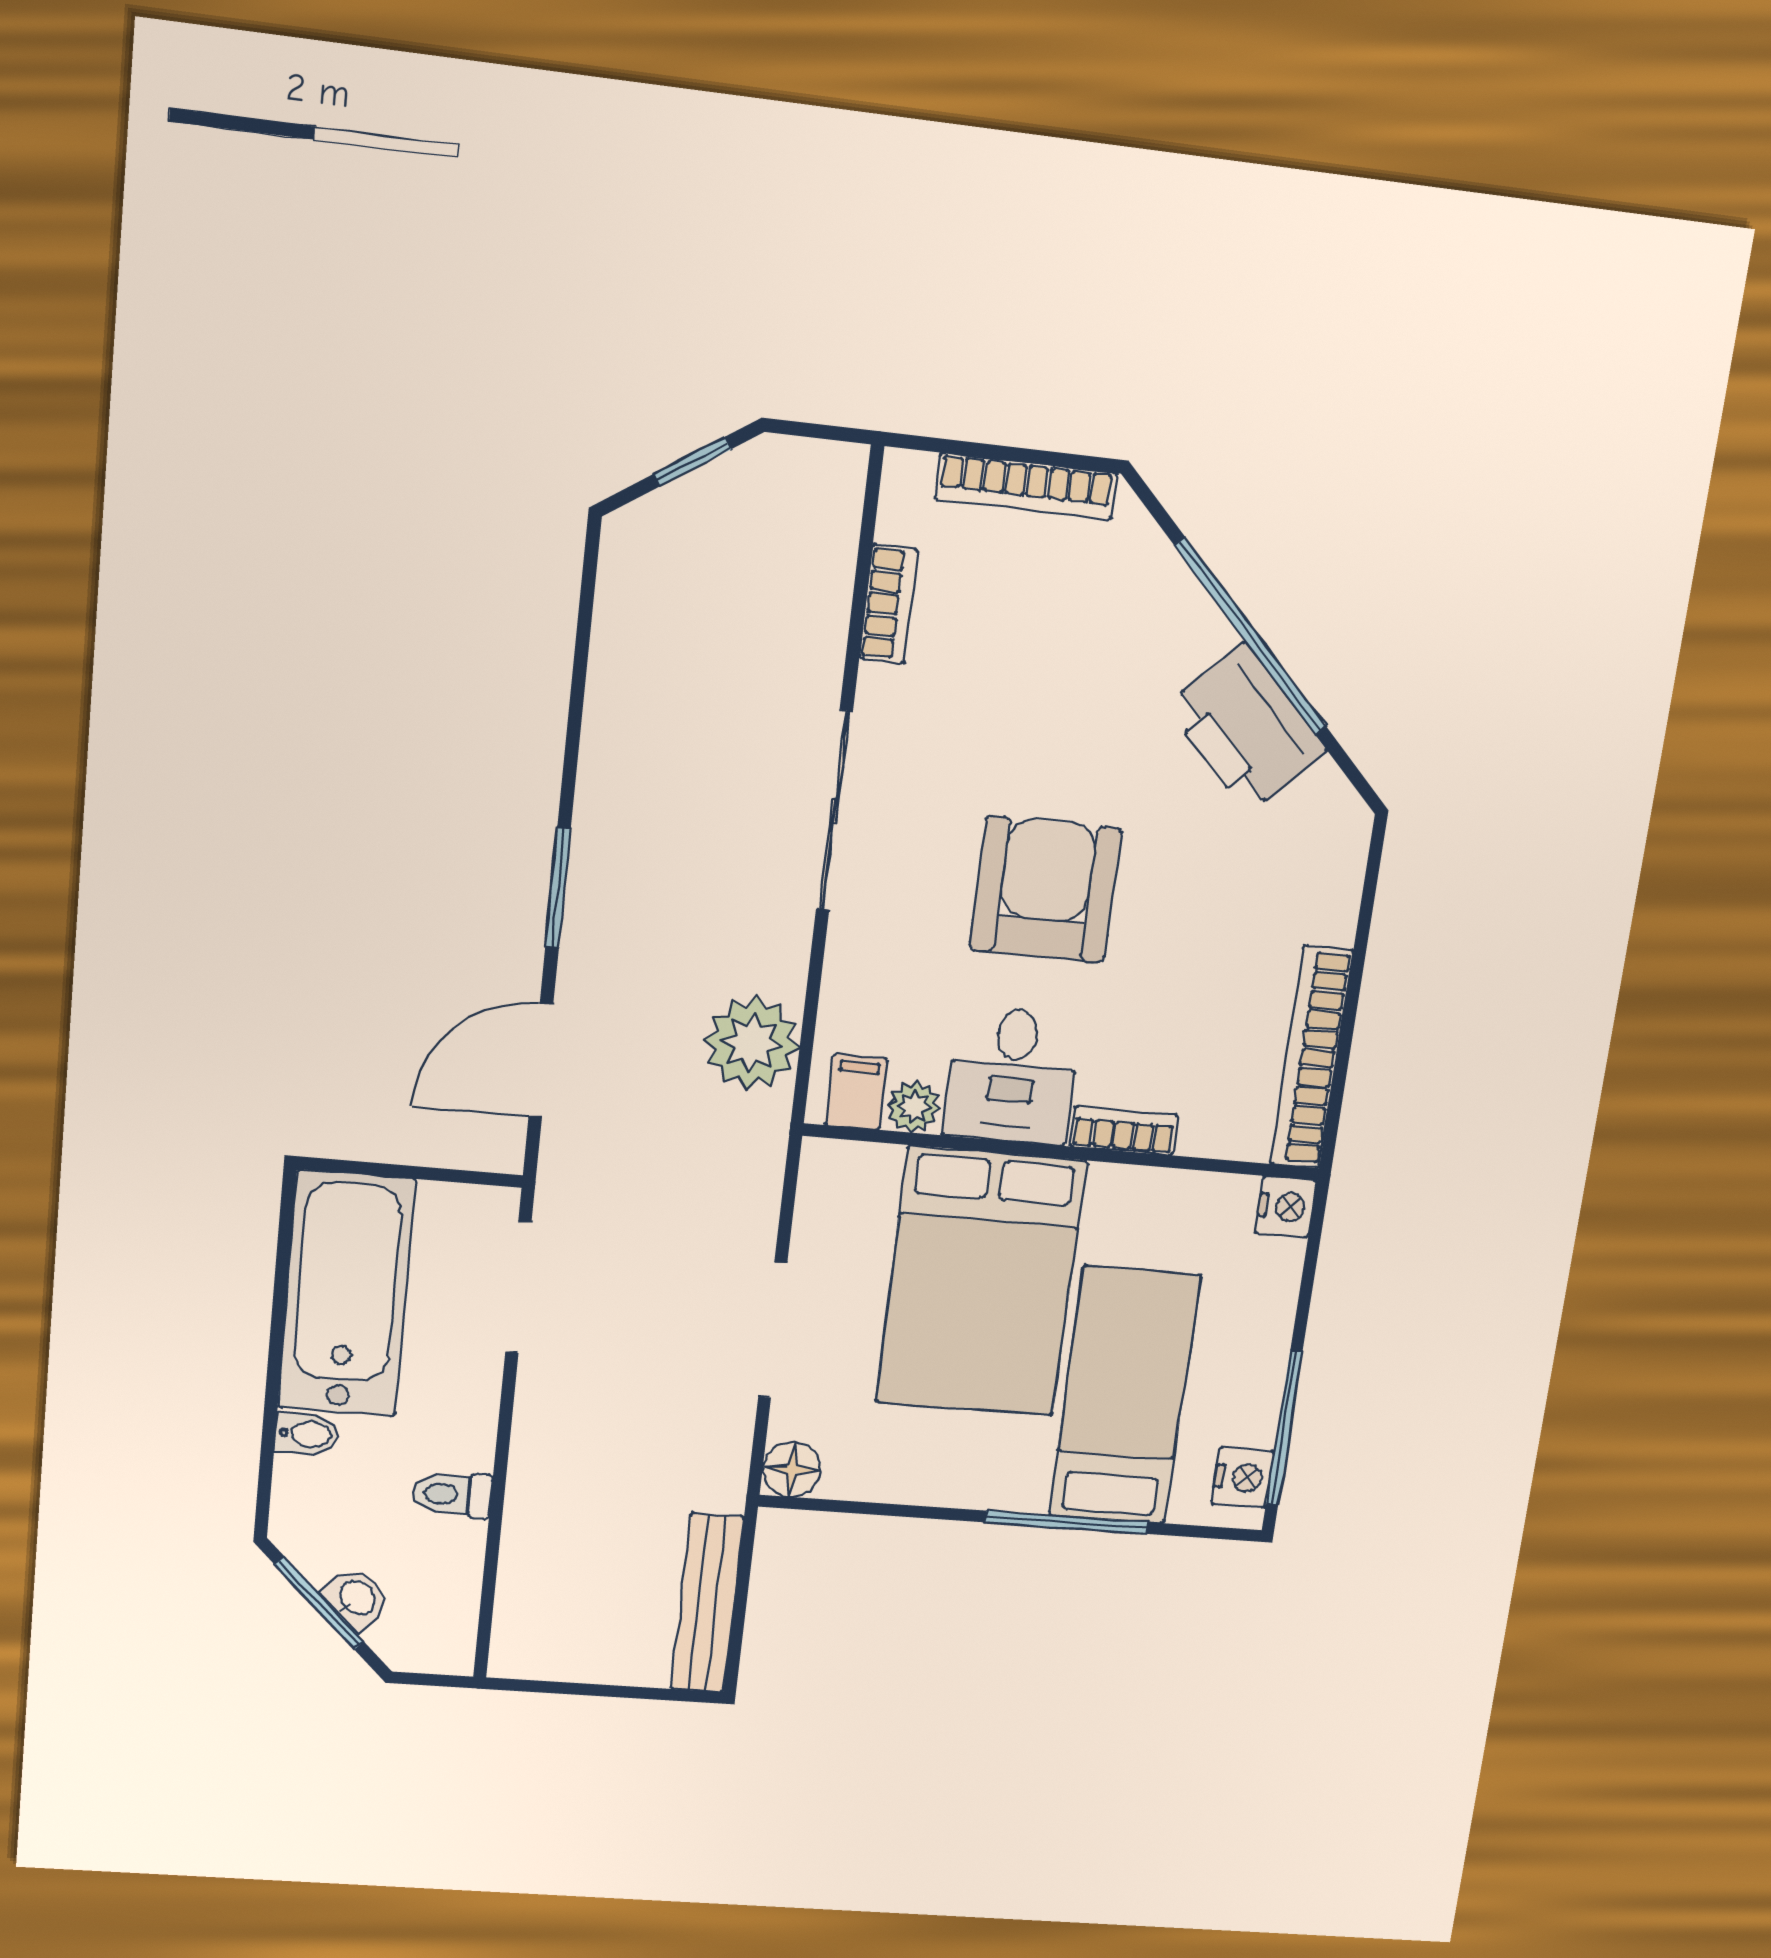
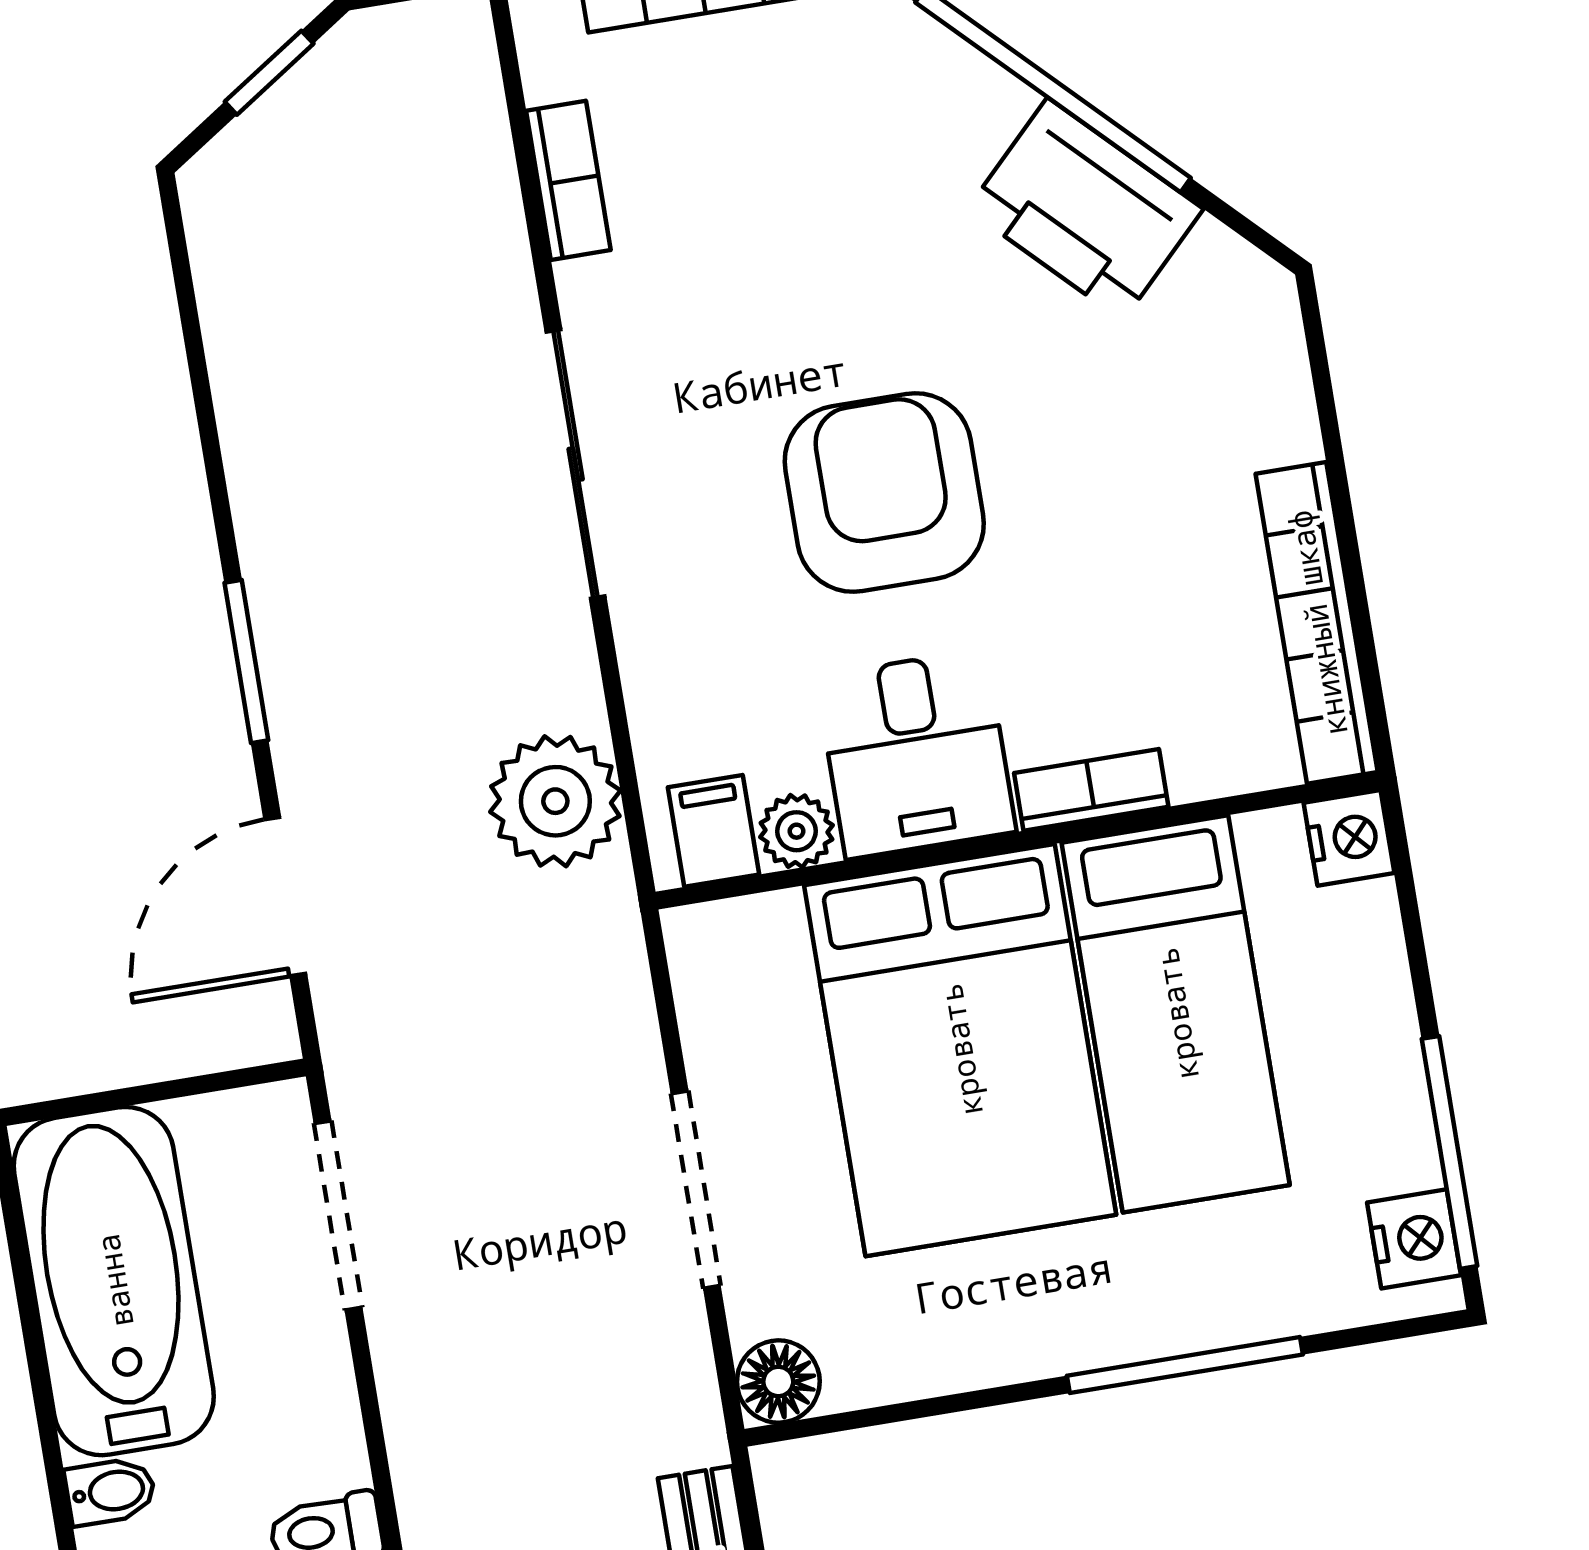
bed: (1124, 1396) -> (1176, 1014), moved, turned 180

